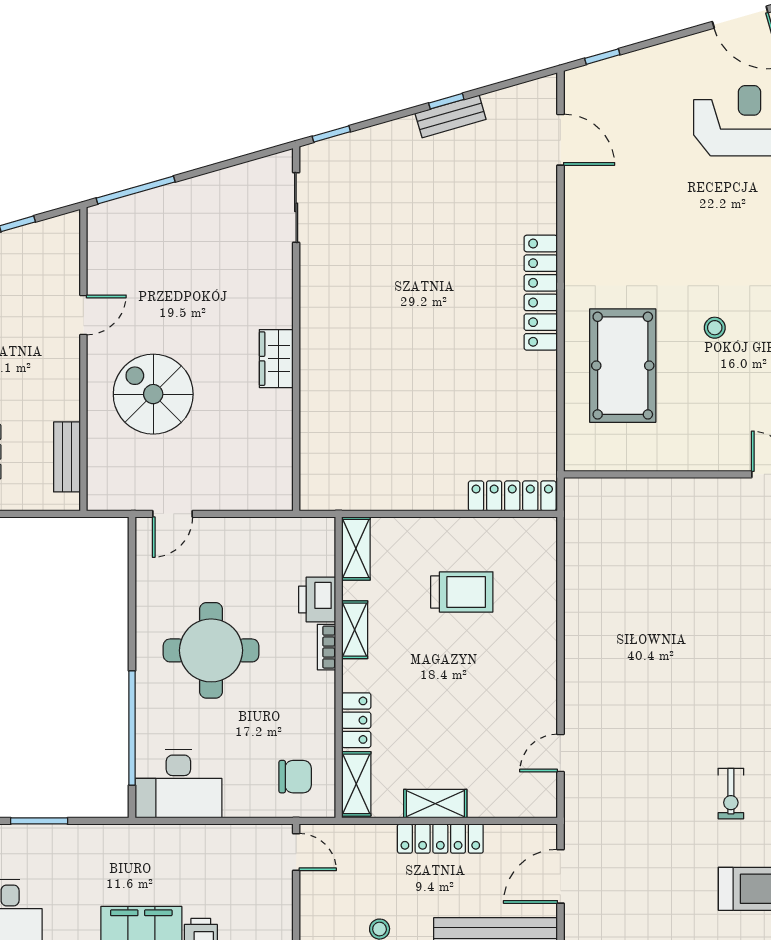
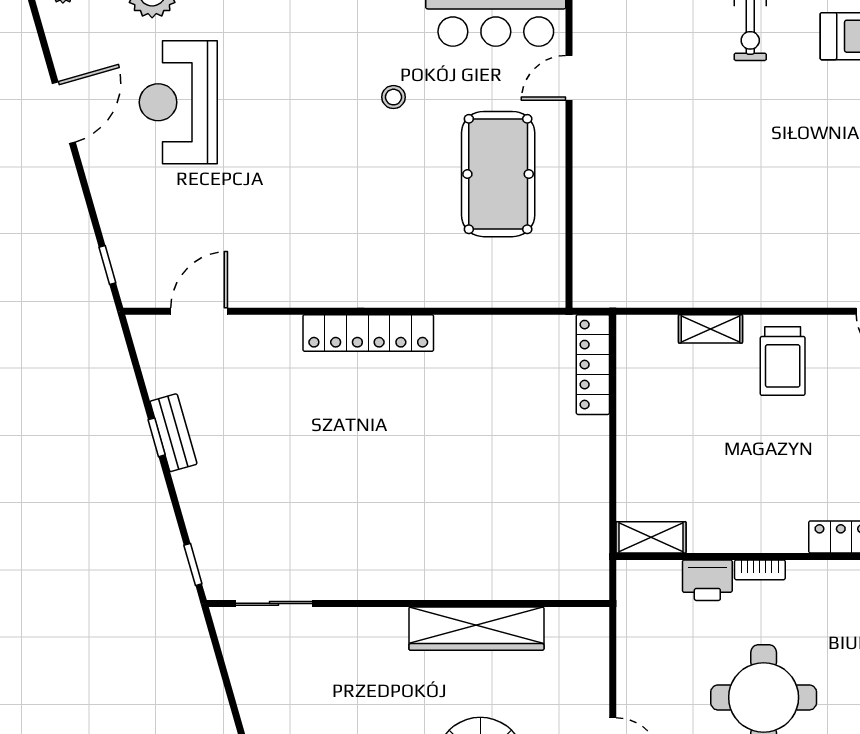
stool: (715, 328) -> (394, 97), moved
wardrobe: (276, 359) -> (476, 629), width x2.10, depth x1.17
pool table: (623, 366) -> (498, 174), moved, turned 90
trolley: (462, 592) -> (783, 361), moved, turned 180
shelving: (355, 630) -> (711, 329), moved

